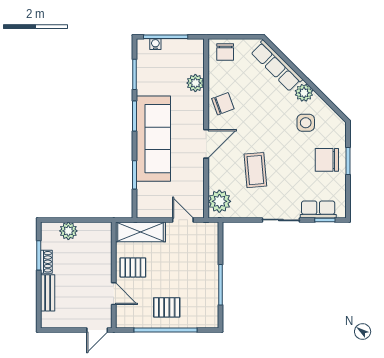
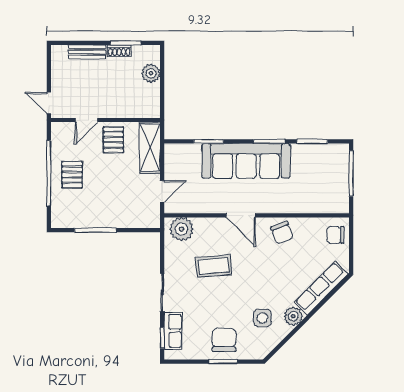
water cooler: (155, 44) -> (344, 163), removed
plant: (195, 83) -> (303, 204), removed

